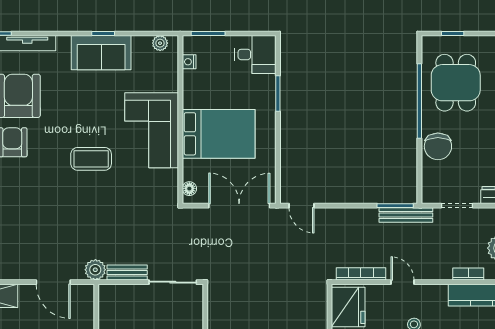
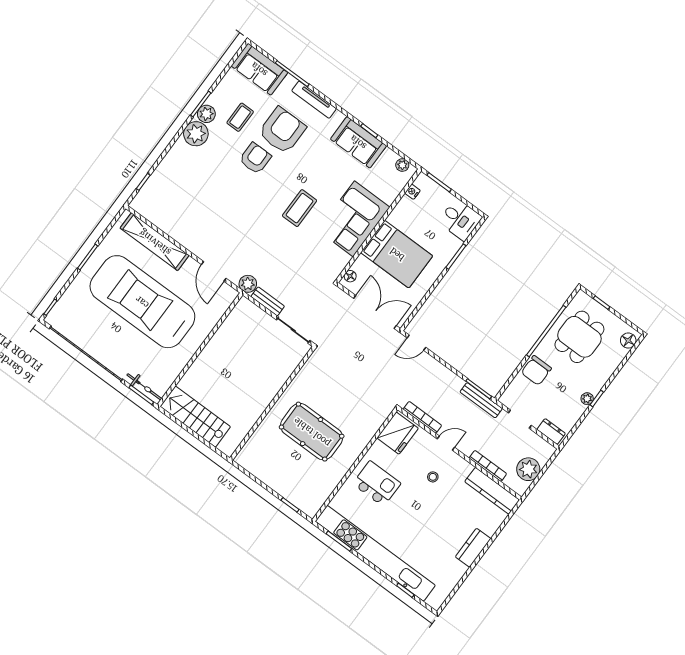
coffee table: (91, 159) -> (300, 208), turned 90
door: (301, 206) -> (416, 343), hinge flipped
bookcase: (468, 274) -> (488, 466), width x1.56
door: (402, 282) -> (446, 443), hinge flipped

